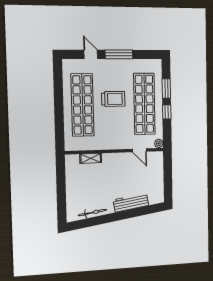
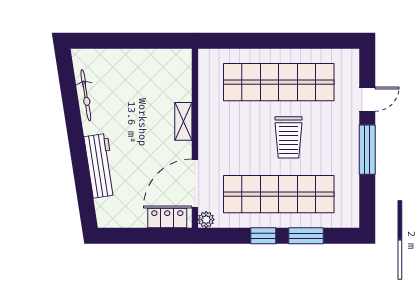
door: (139, 150) -> (195, 183), width x1.87
shelving: (91, 158) -> (183, 121), moved
locker: (158, 165) -> (167, 218), added

